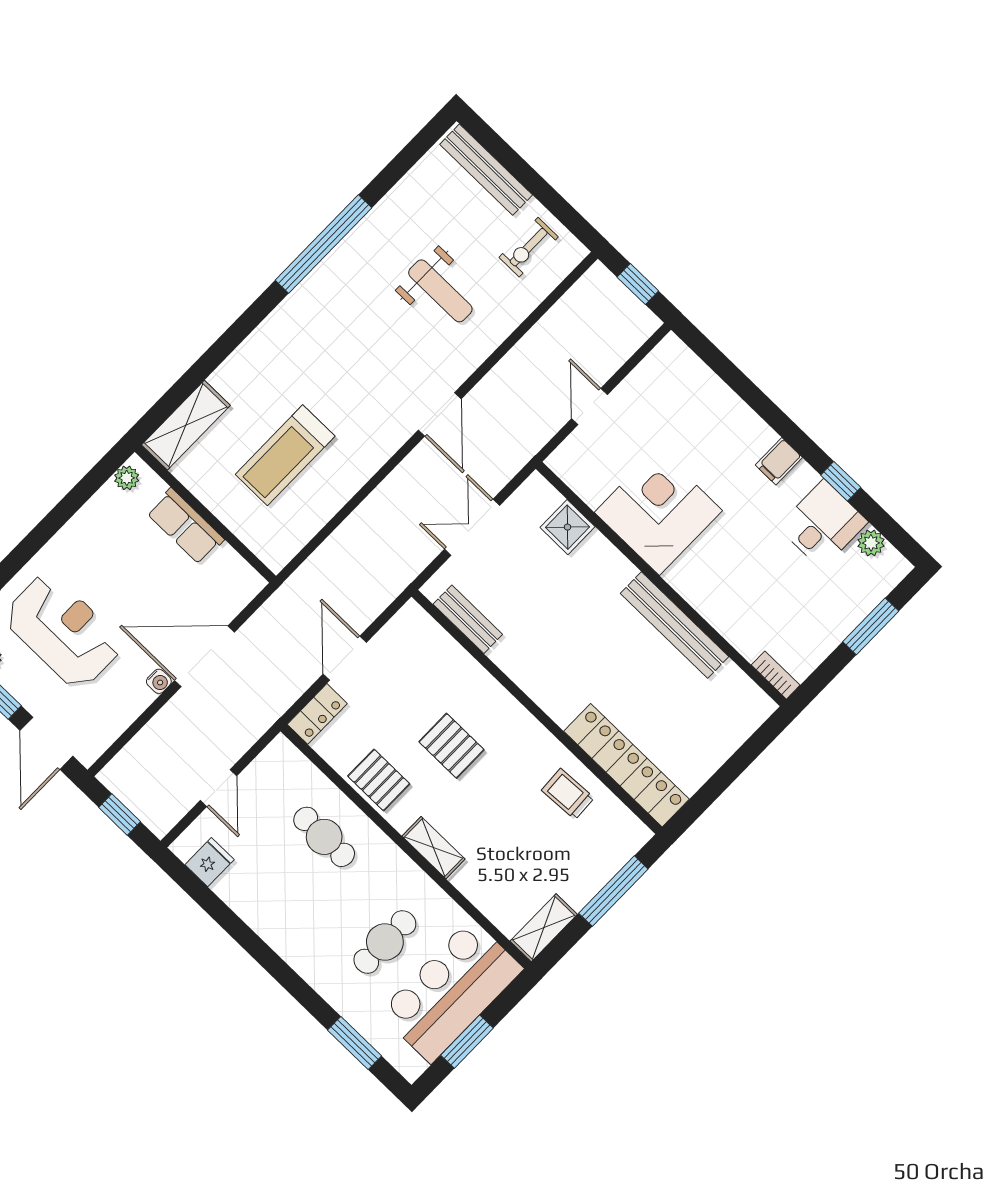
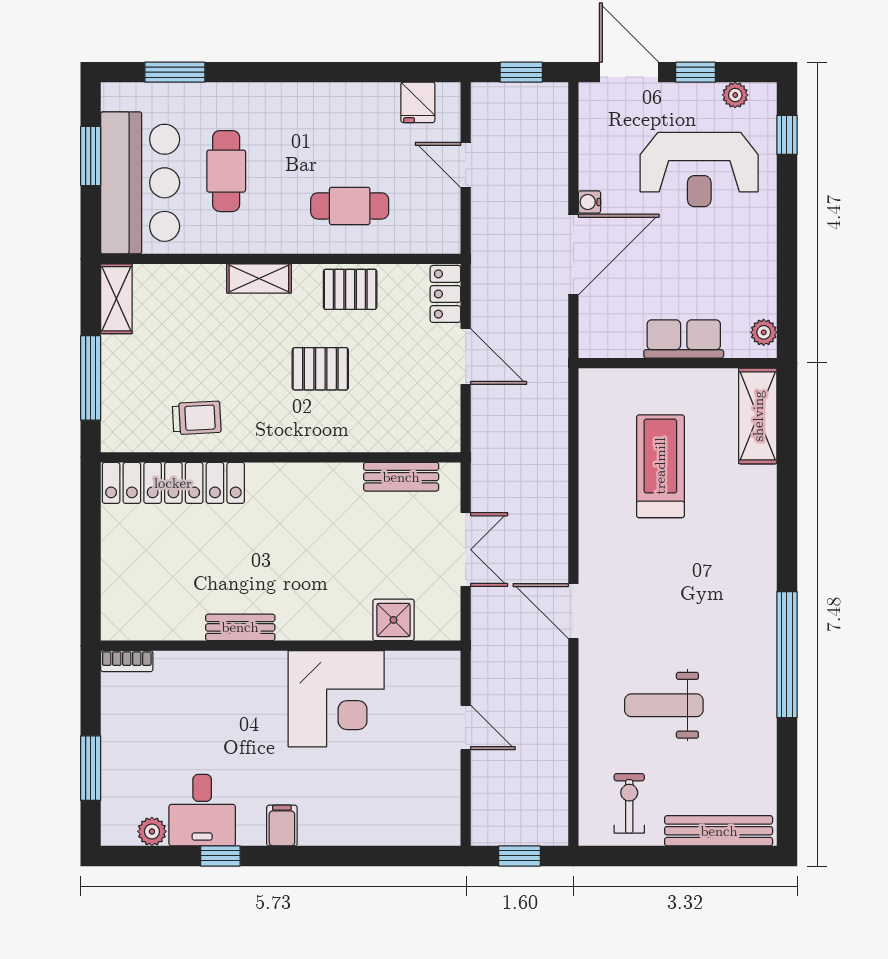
bench: (675, 625) -> (240, 627), width x0.54, depth x0.82

